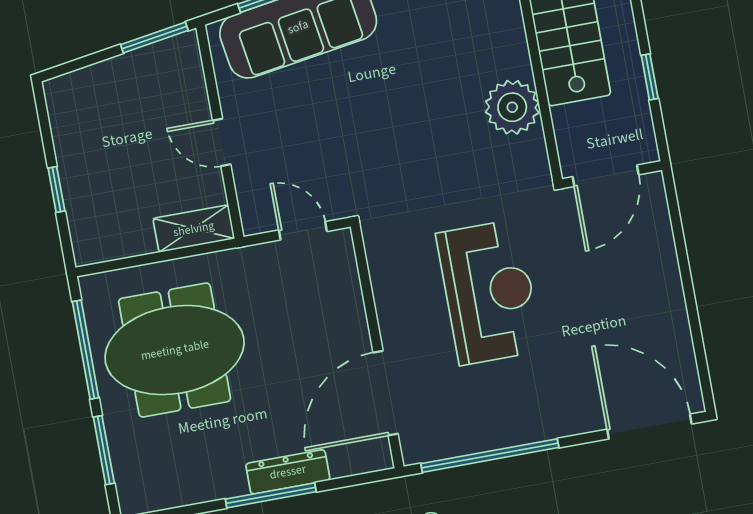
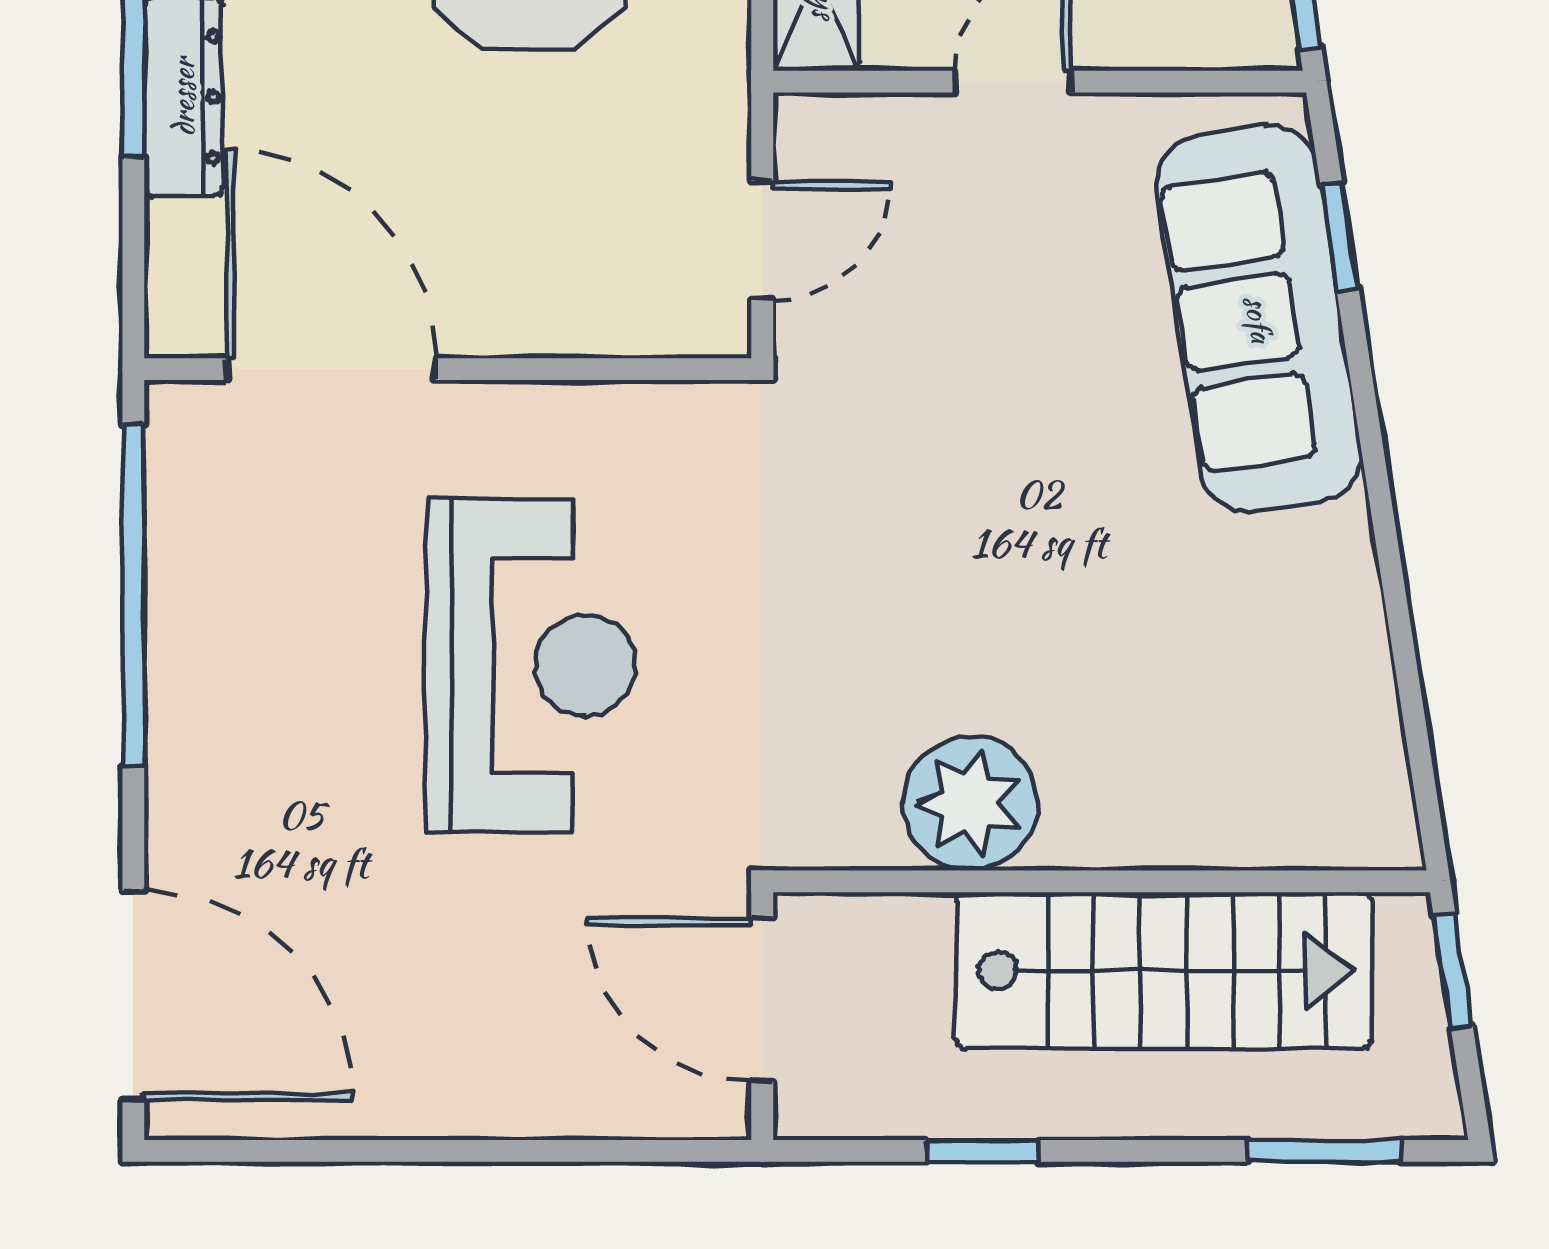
reception desk: (489, 292) -> (531, 665), turned -90
door: (649, 427) -> (133, 996), hinge flipped

